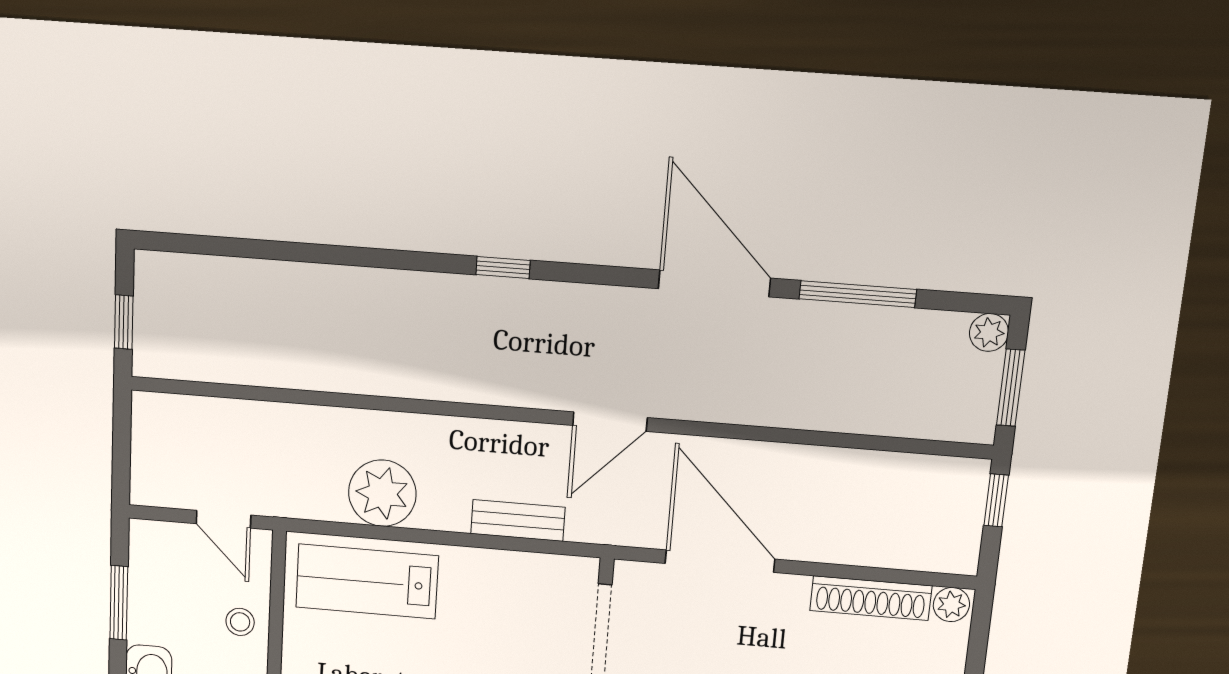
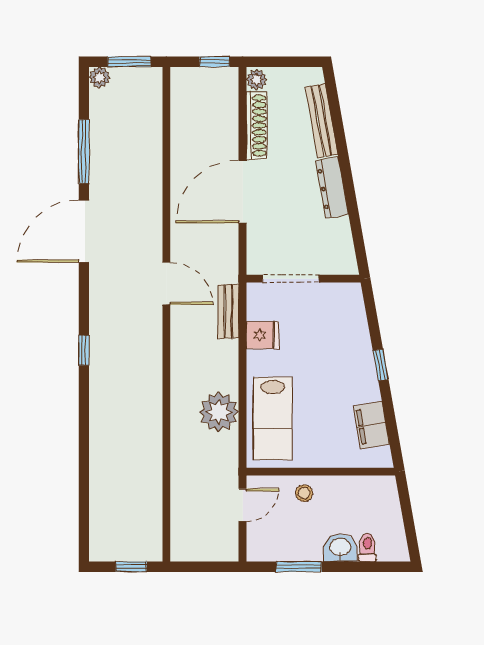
window: (996, 500) -> (215, 62), moved
bench: (518, 521) -> (228, 311), moved
door: (720, 561) -> (243, 192), moved
fridge: (509, 577) -> (262, 335), added

